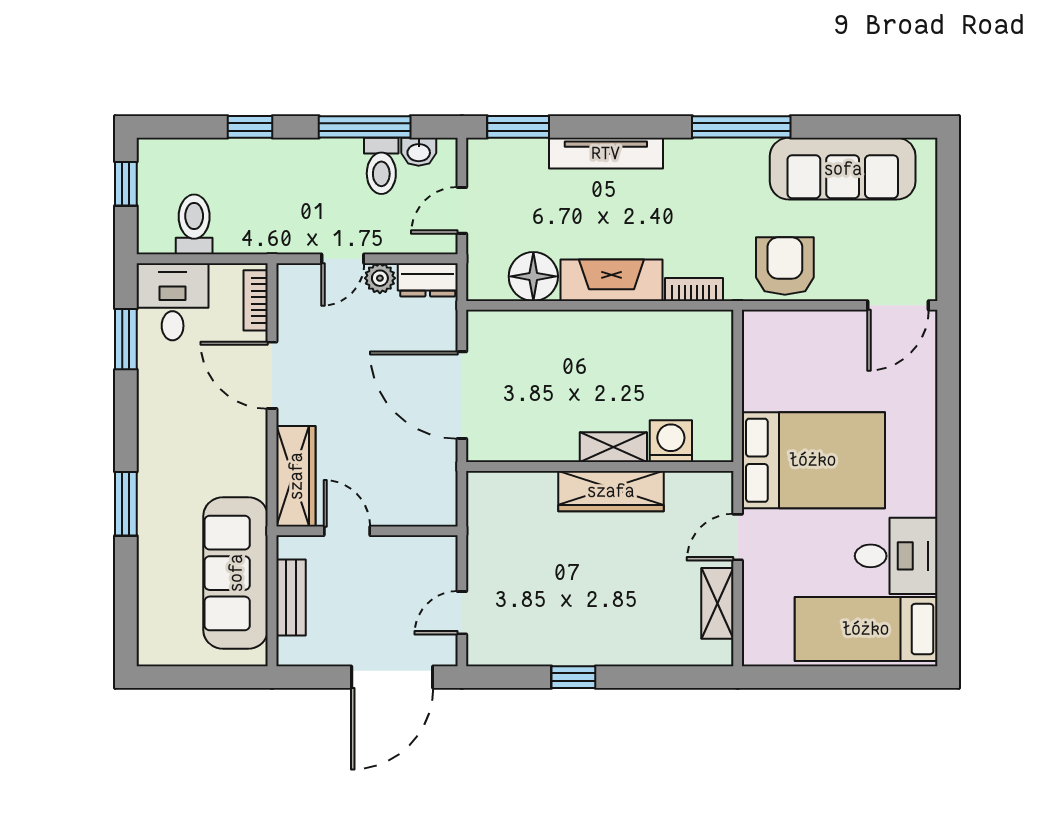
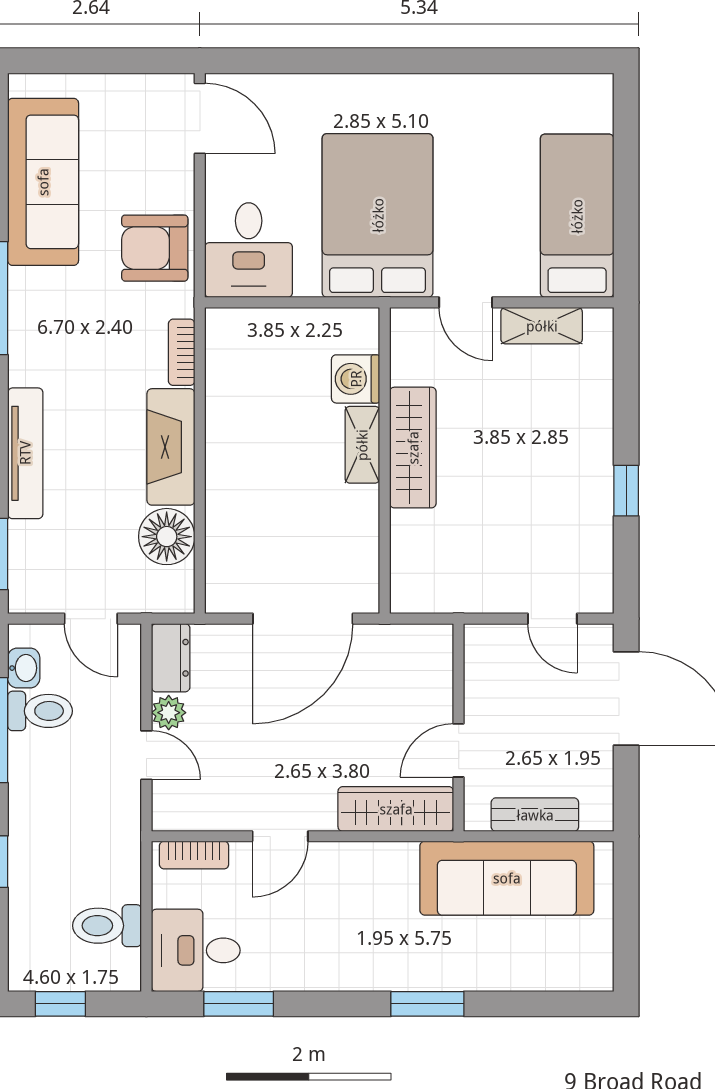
door: (272, 375) -> (280, 836), width x0.73
desk: (896, 556) -> (249, 250), moved, turned 180
bed: (866, 629) -> (577, 216), moved, turned 180

